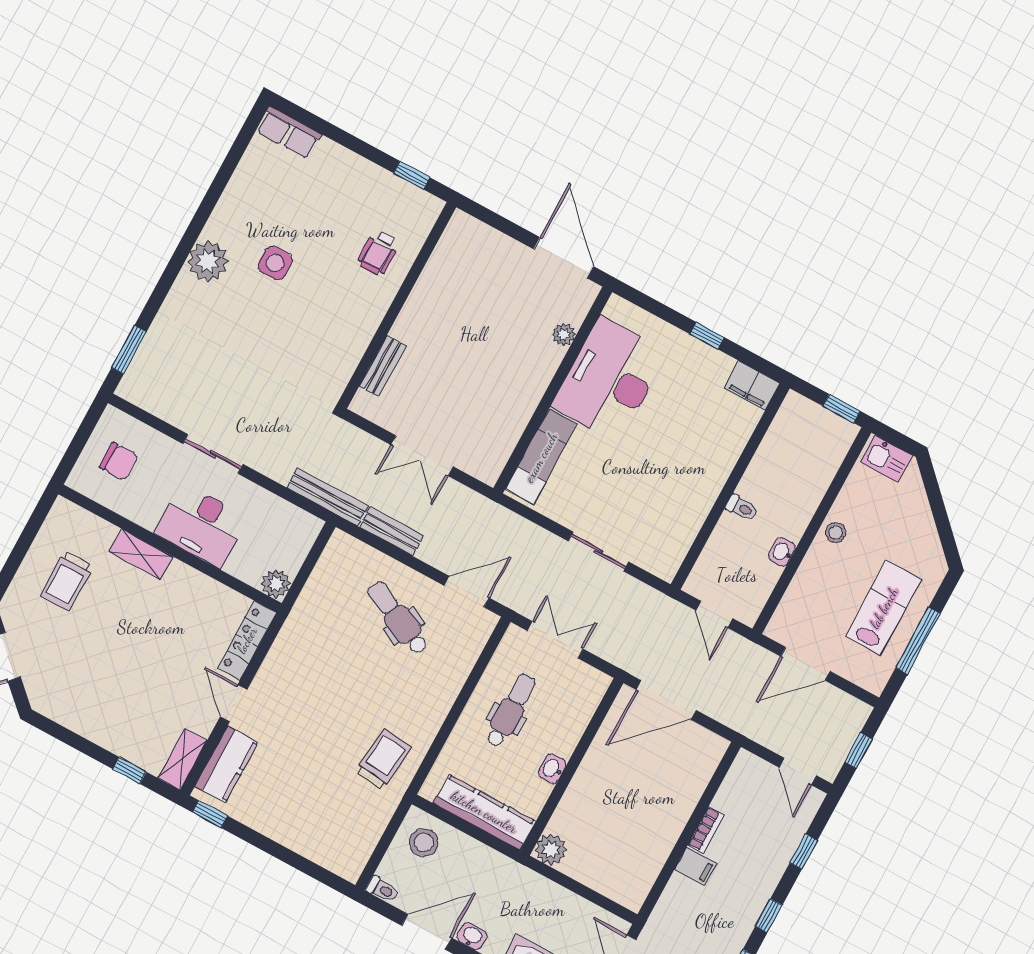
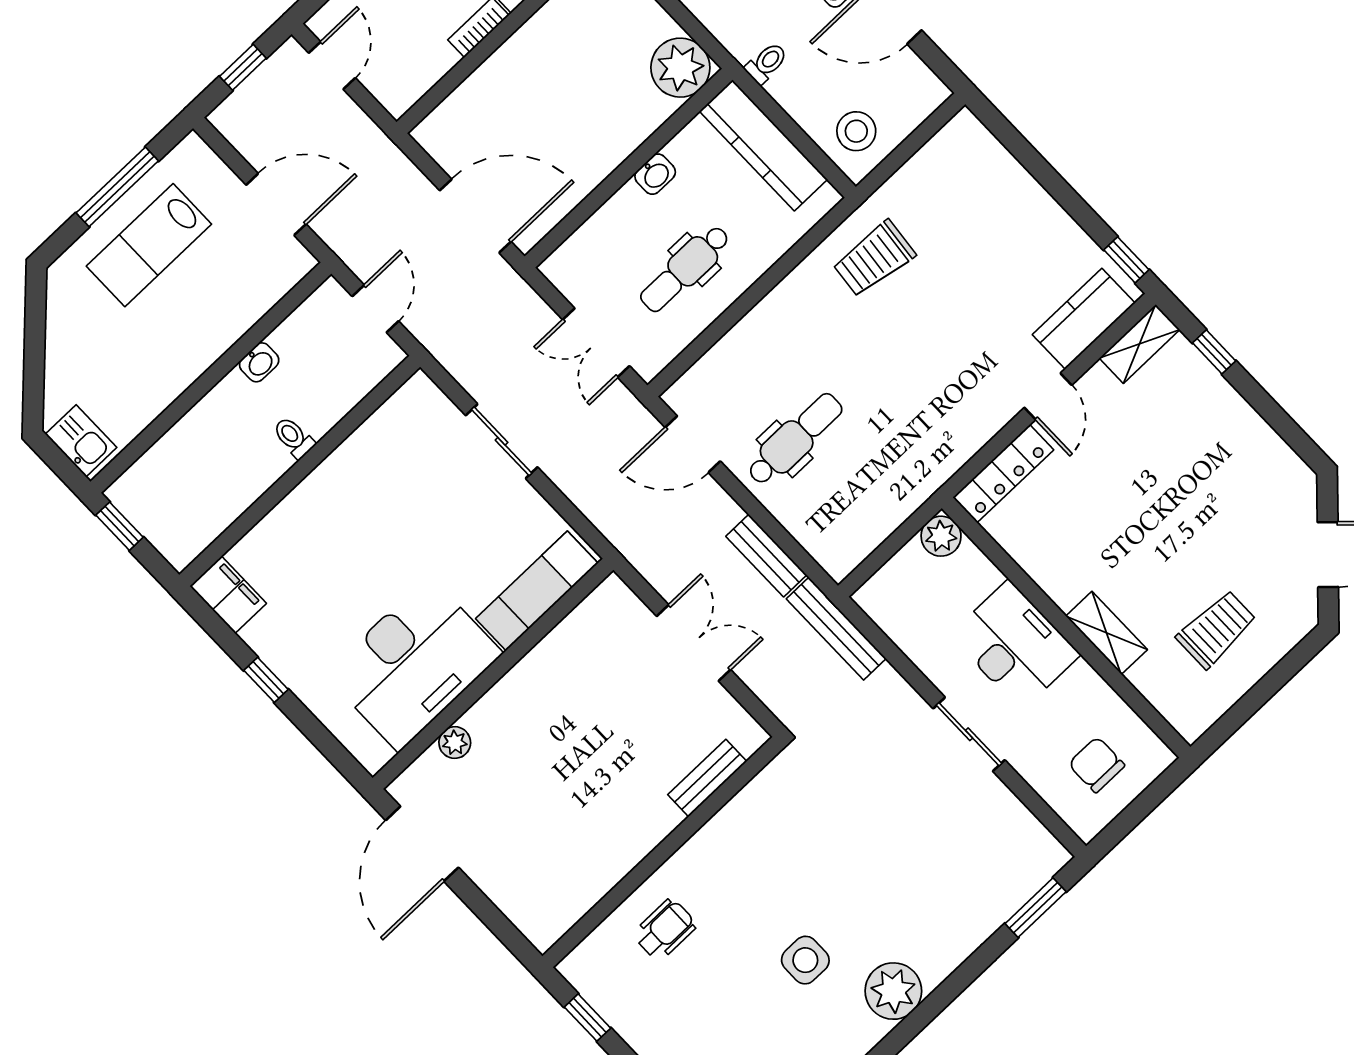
stool: (836, 533) -> (180, 365), removed
dental chair: (398, 618) -> (795, 439), turned -115
plant: (551, 849) -> (680, 68), width x1.36, depth x1.36
toilet: (382, 889) -> (766, 63), moved, turned 90

